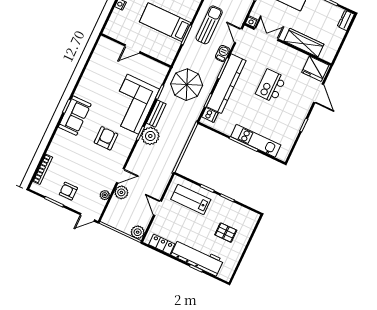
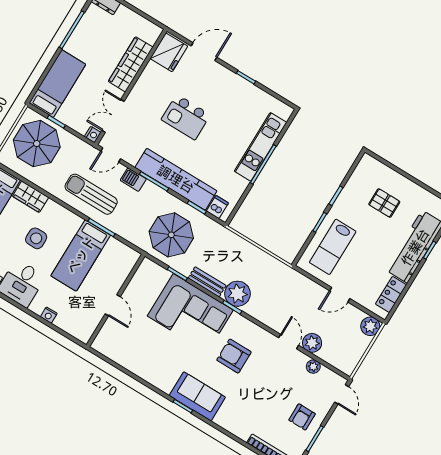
pallet: (226, 233) -> (384, 203), turned 90

